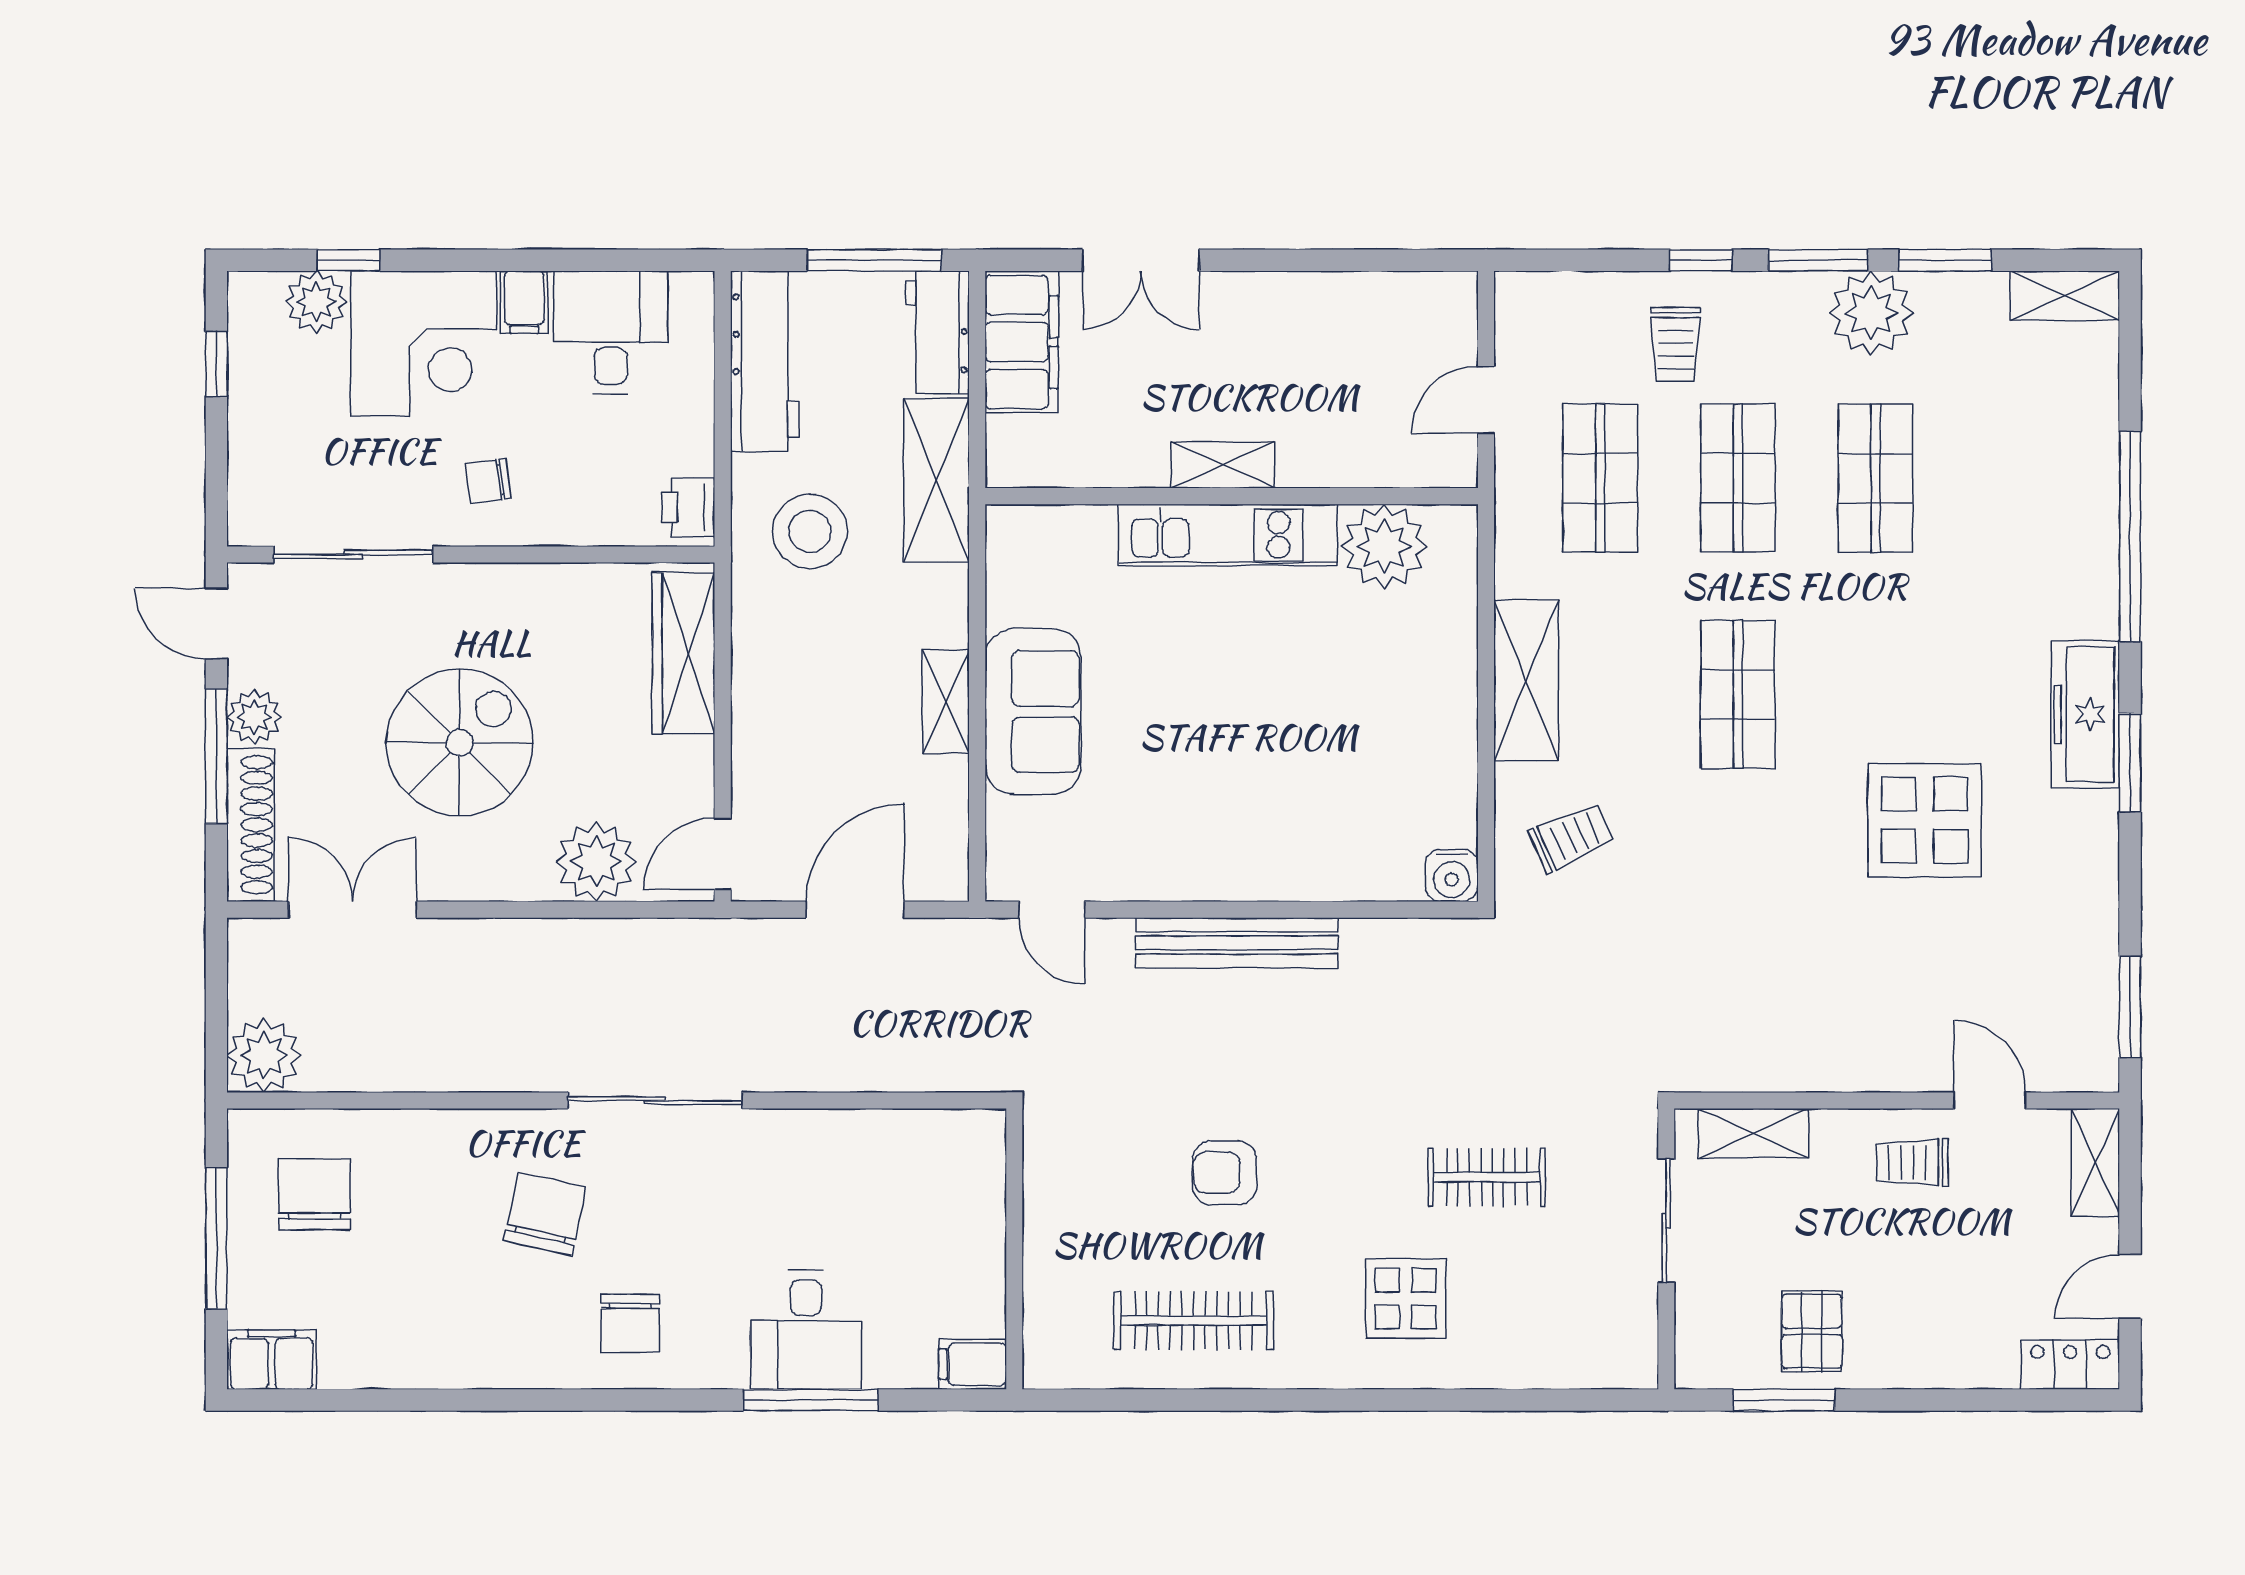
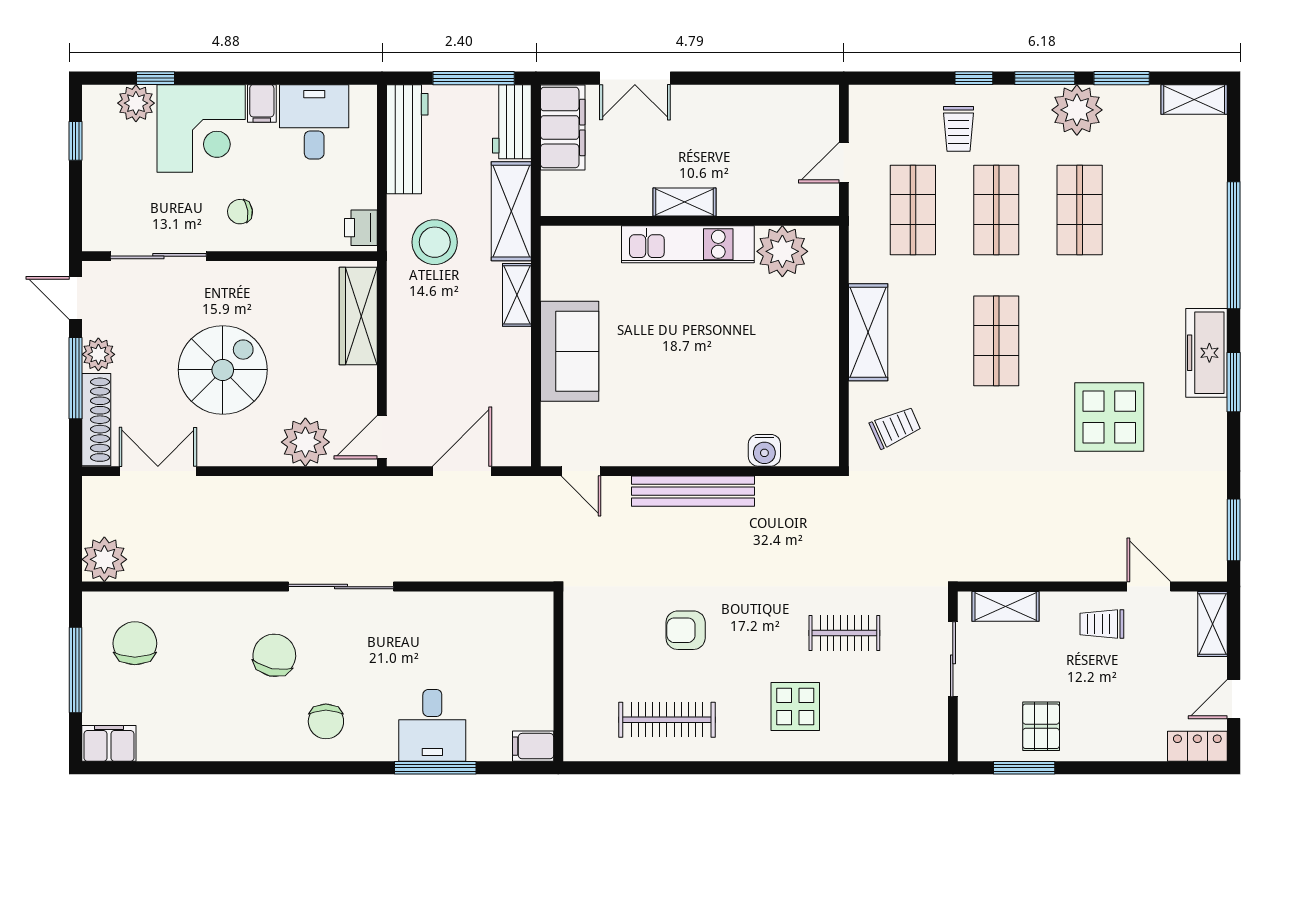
shelving: (946, 702) -> (517, 295), moved
water cooler: (1452, 875) -> (764, 450), moved

